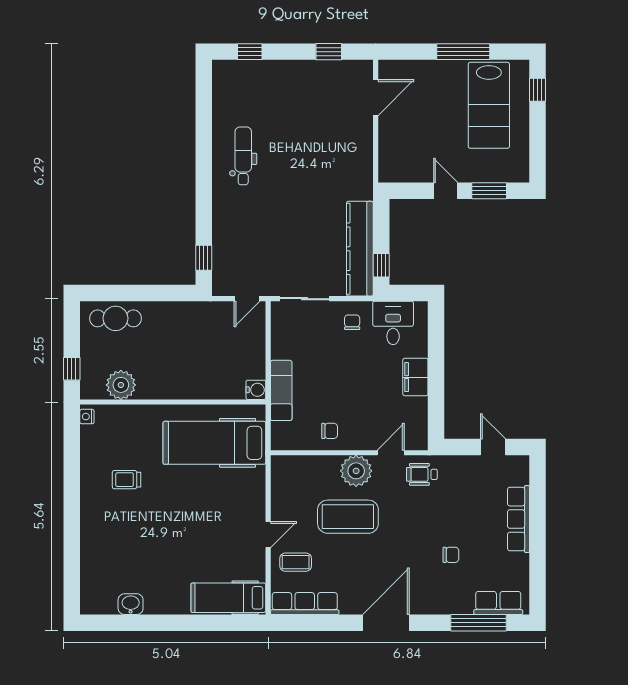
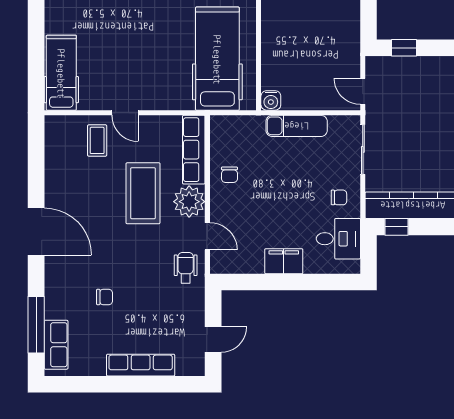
exam couch: (281, 390) -> (297, 126), moved
chair: (451, 555) -> (105, 297), turned -90
row of seats: (305, 604) -> (194, 150), moved, turned 180

